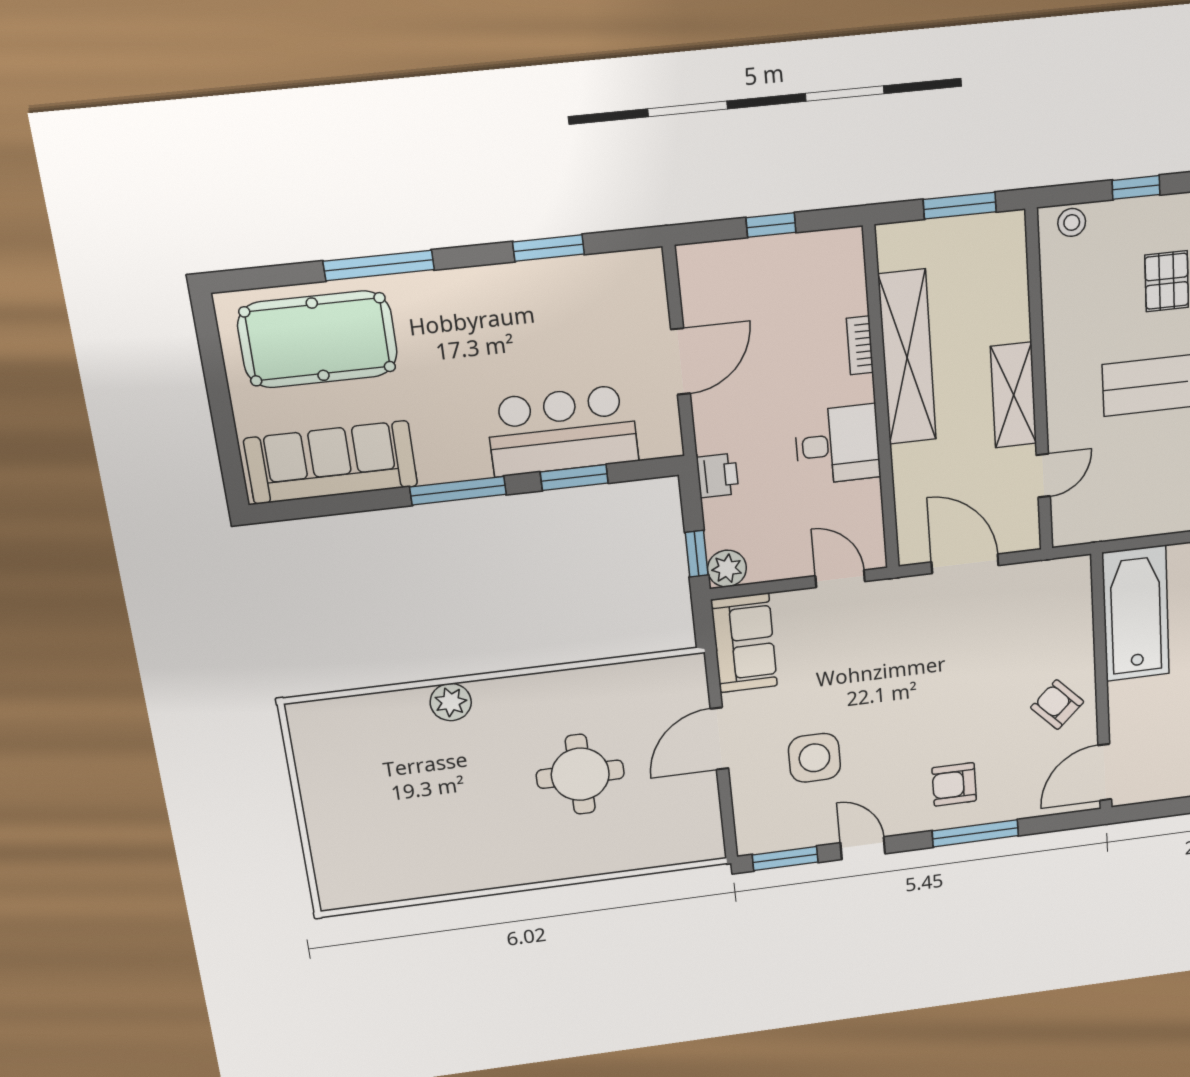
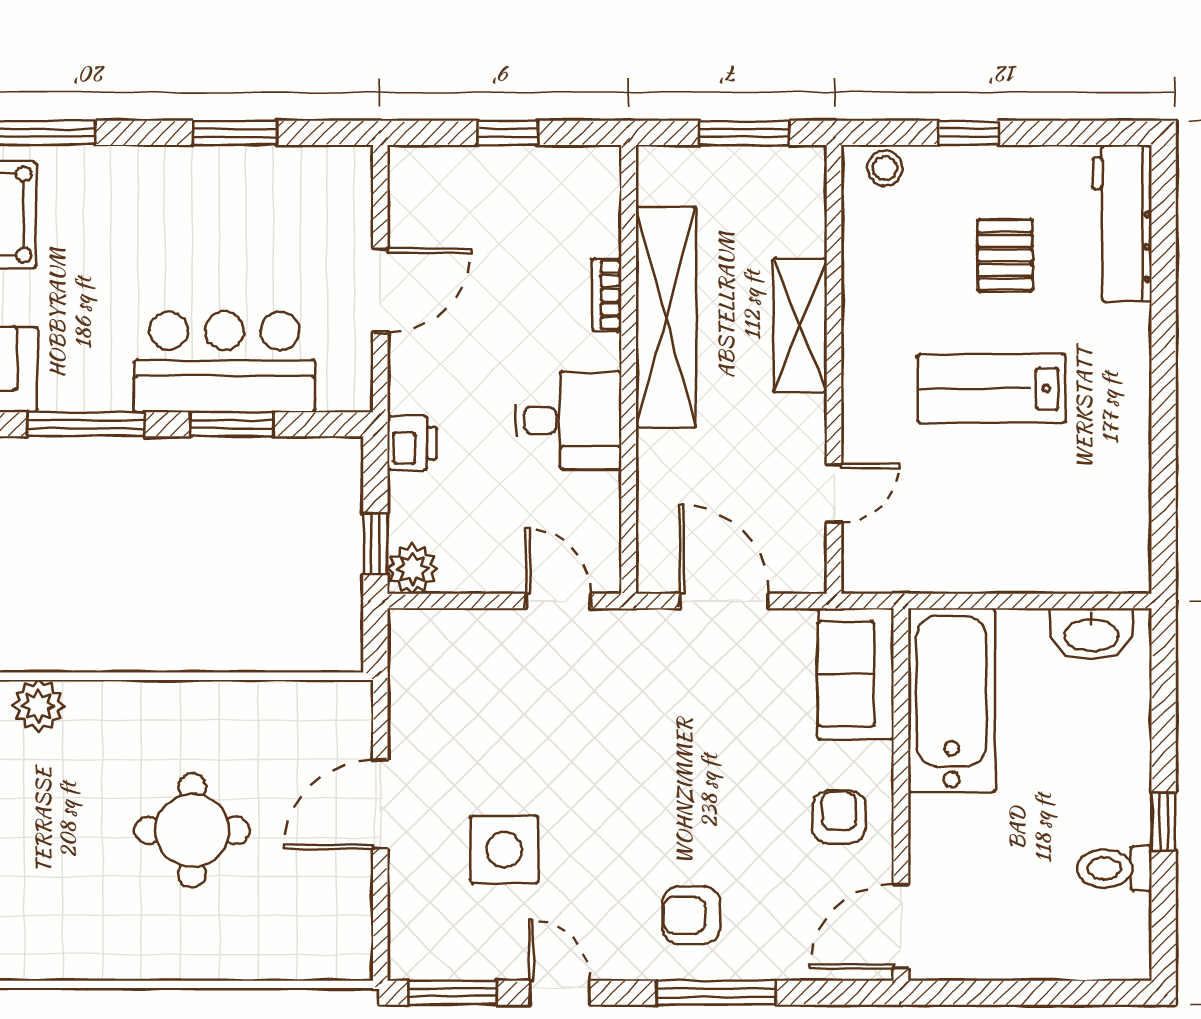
shelving: (1014, 395) -> (800, 325), moved
sofa: (744, 643) -> (856, 674), moved, turned 180
armchair: (1057, 705) -> (839, 817), turned 44

